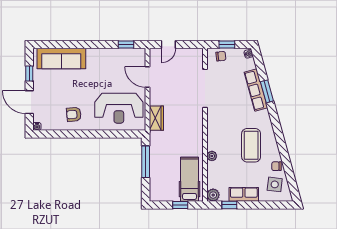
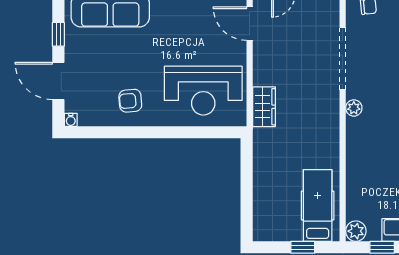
door: (147, 77) -> (250, 24), moved
plant: (212, 156) -> (354, 108), moved
window: (146, 162) -> (247, 177), removed

